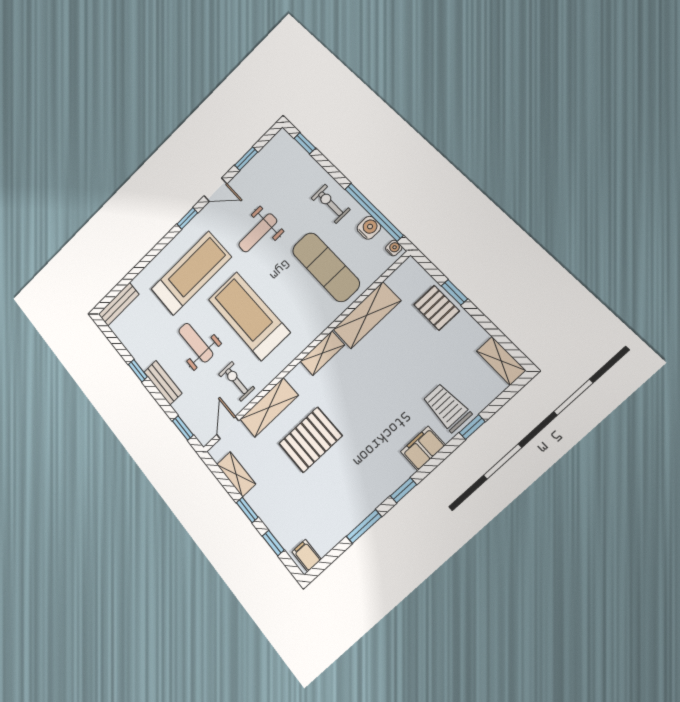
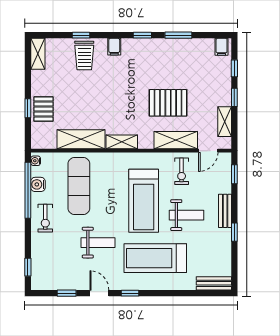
weight bench: (196, 343) -> (186, 215), turned -90
filing cabinet: (423, 448) -> (114, 47), width x0.50

